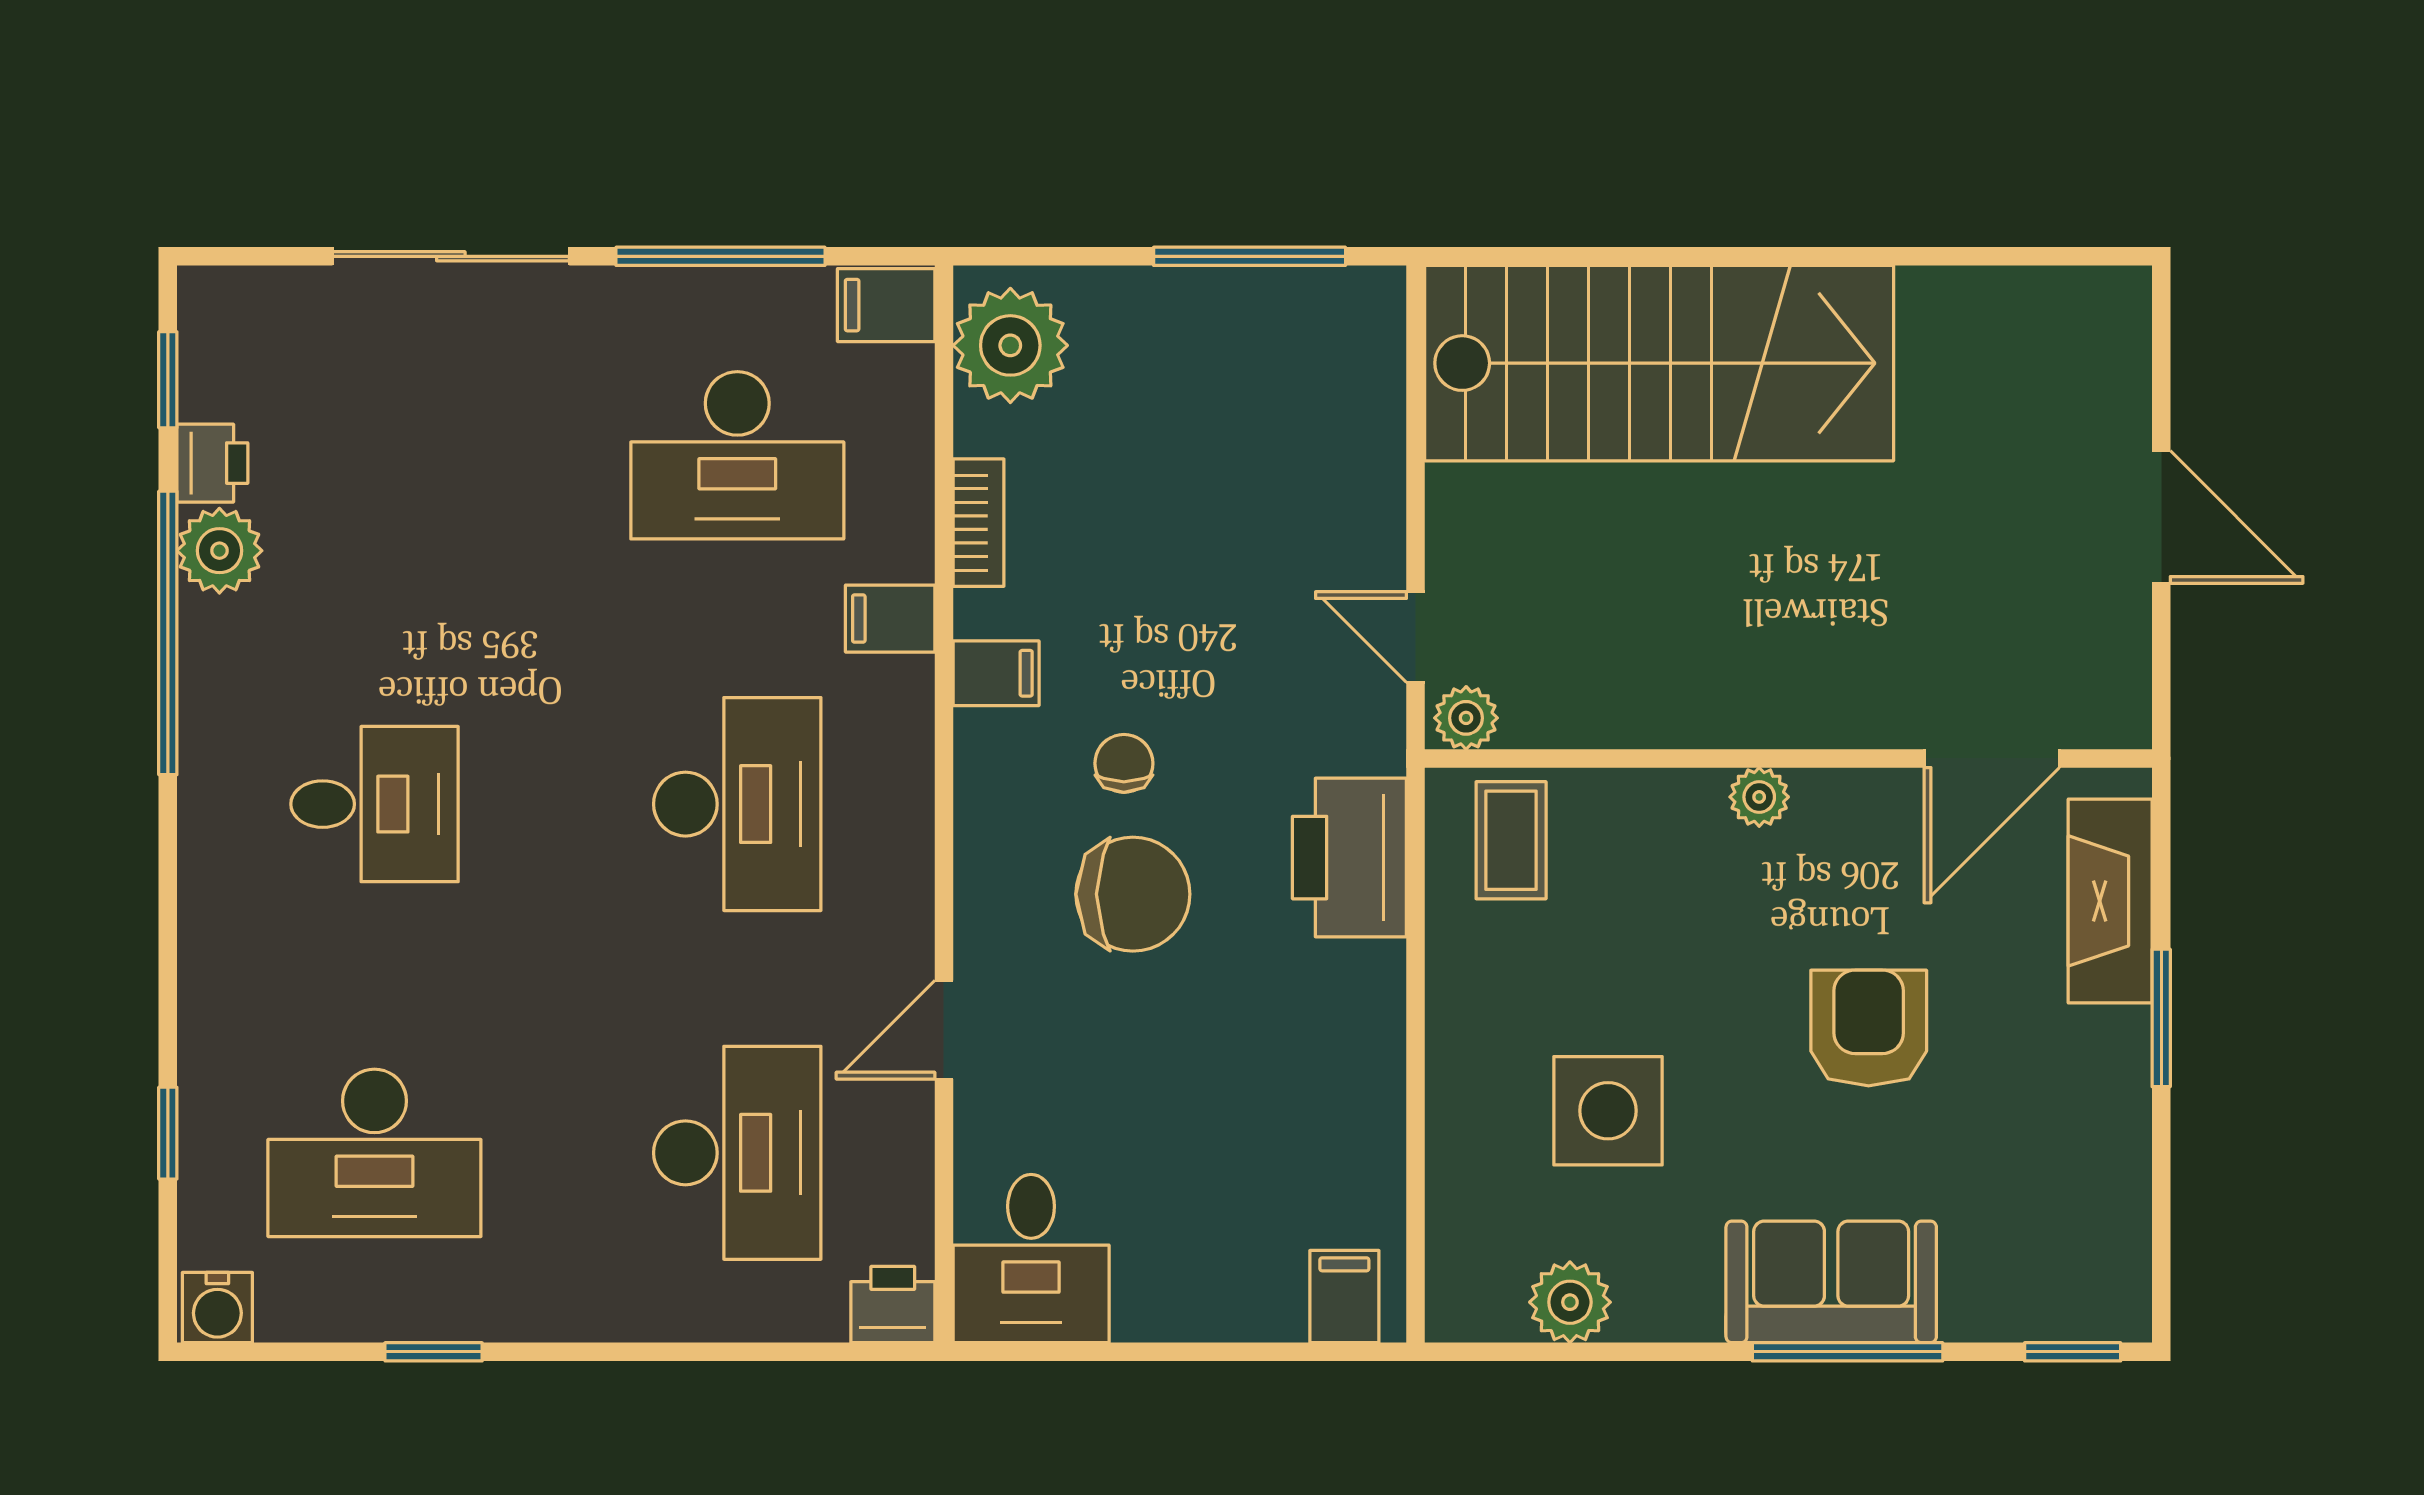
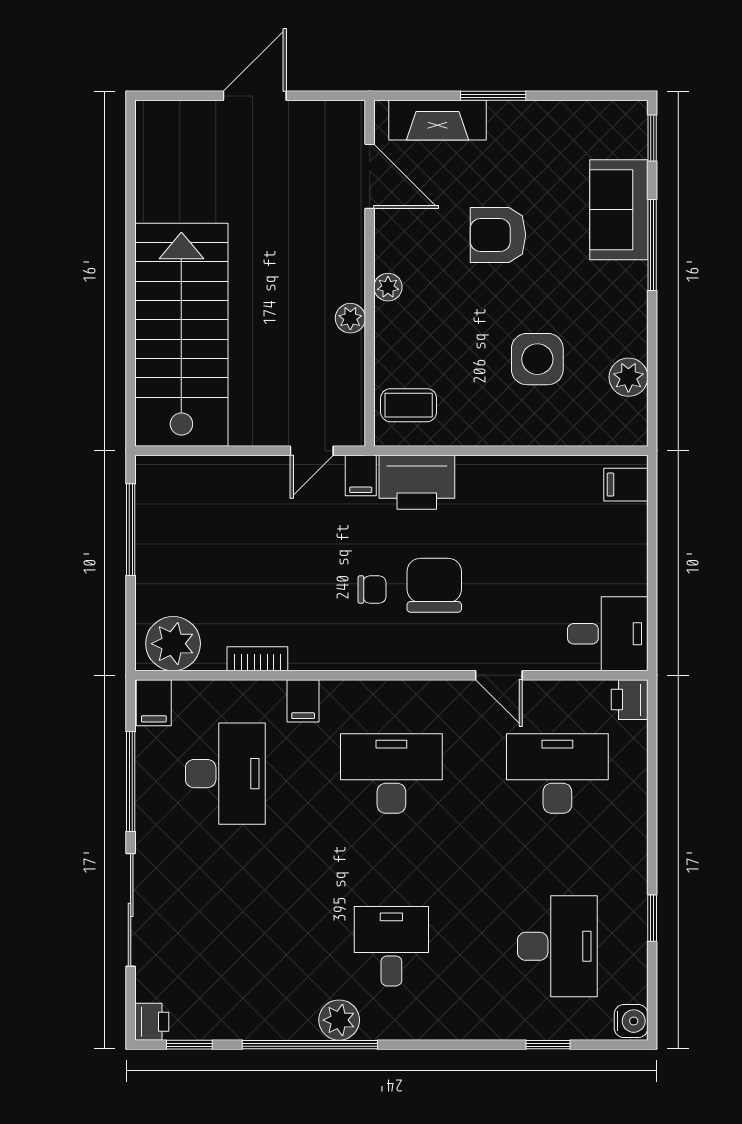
printer: (212, 463) -> (152, 1022), moved, turned 90
plant: (219, 551) -> (339, 1020), moved
filing cabinet: (996, 673) -> (361, 476), moved, turned 180
plant: (1466, 718) -> (350, 318), moved
chair: (1124, 763) -> (372, 590), turned 180
sofa: (1831, 1282) -> (619, 210), moved

